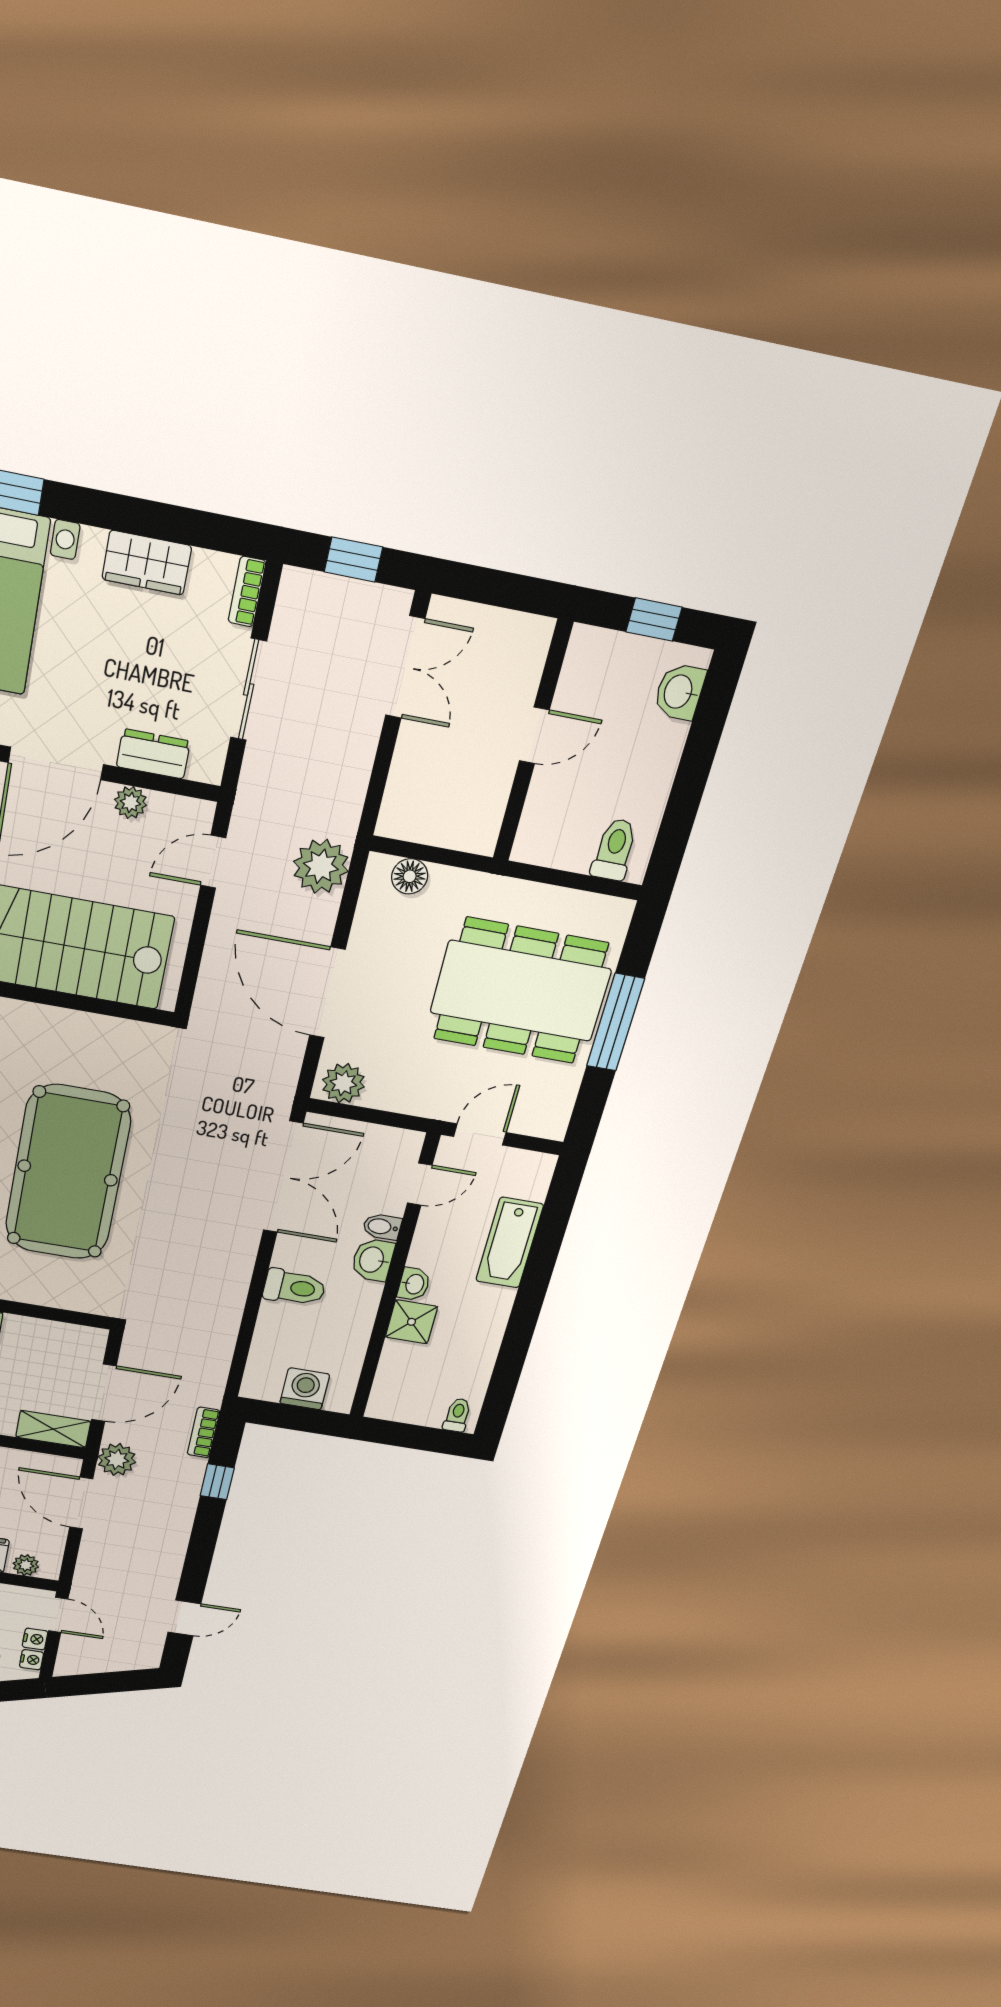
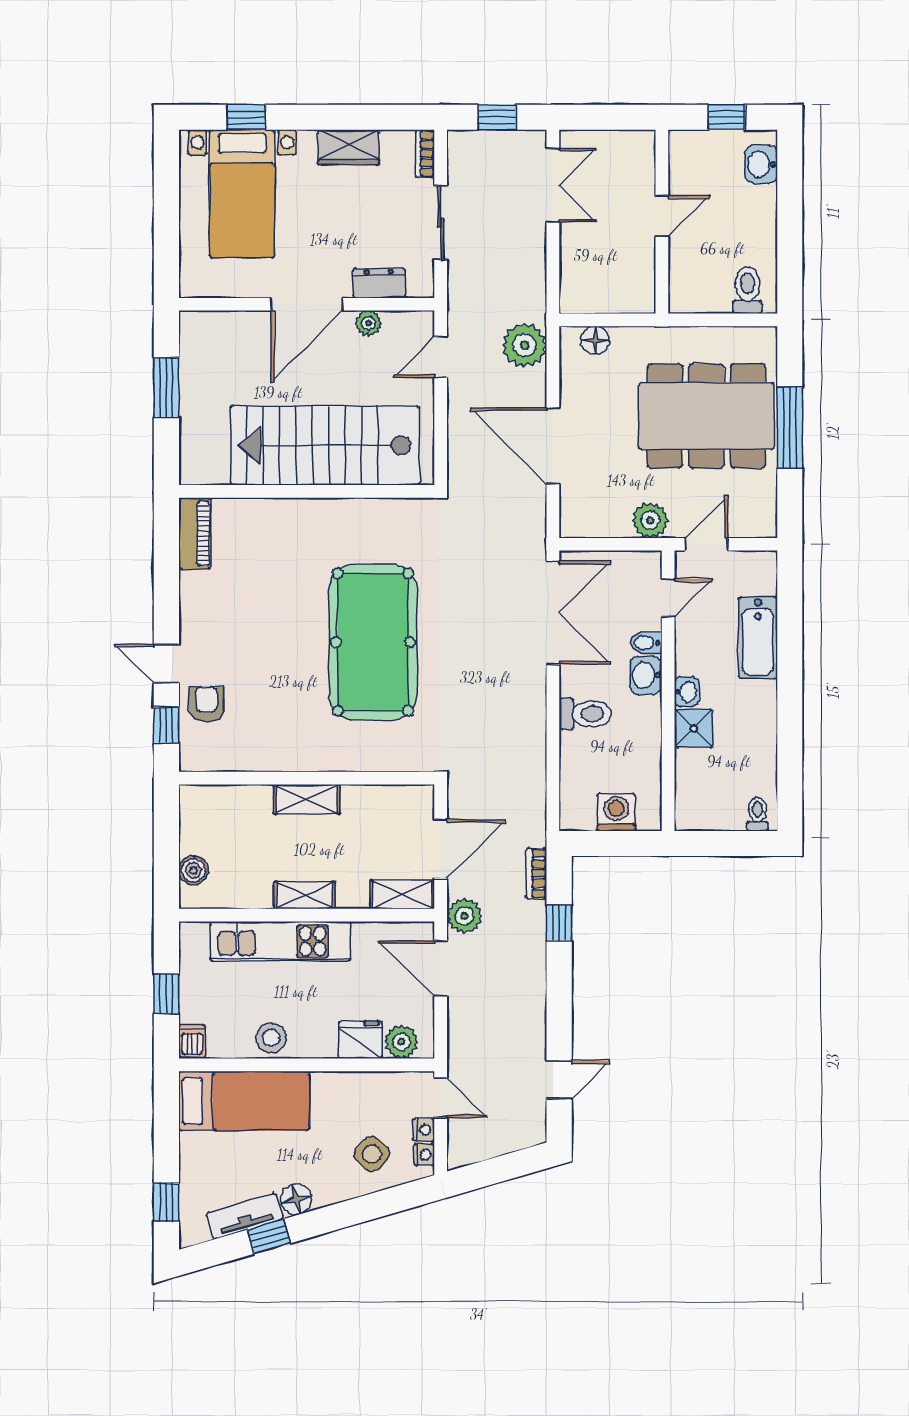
plant: (343, 1083) -> (650, 520), moved
plant: (26, 1565) -> (401, 1042), width x1.38, depth x1.38

